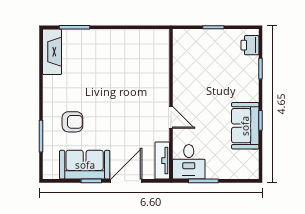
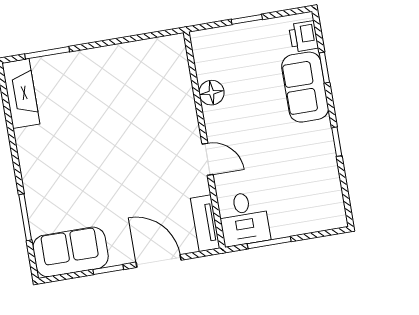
floor lamp: (181, 73) -> (211, 93), added
armchair: (72, 122) -> (67, 189), removed
sofa: (245, 126) -> (305, 87), moved
sofa: (85, 165) -> (71, 252), moved
door: (126, 181) -> (159, 261), hinge flipped

